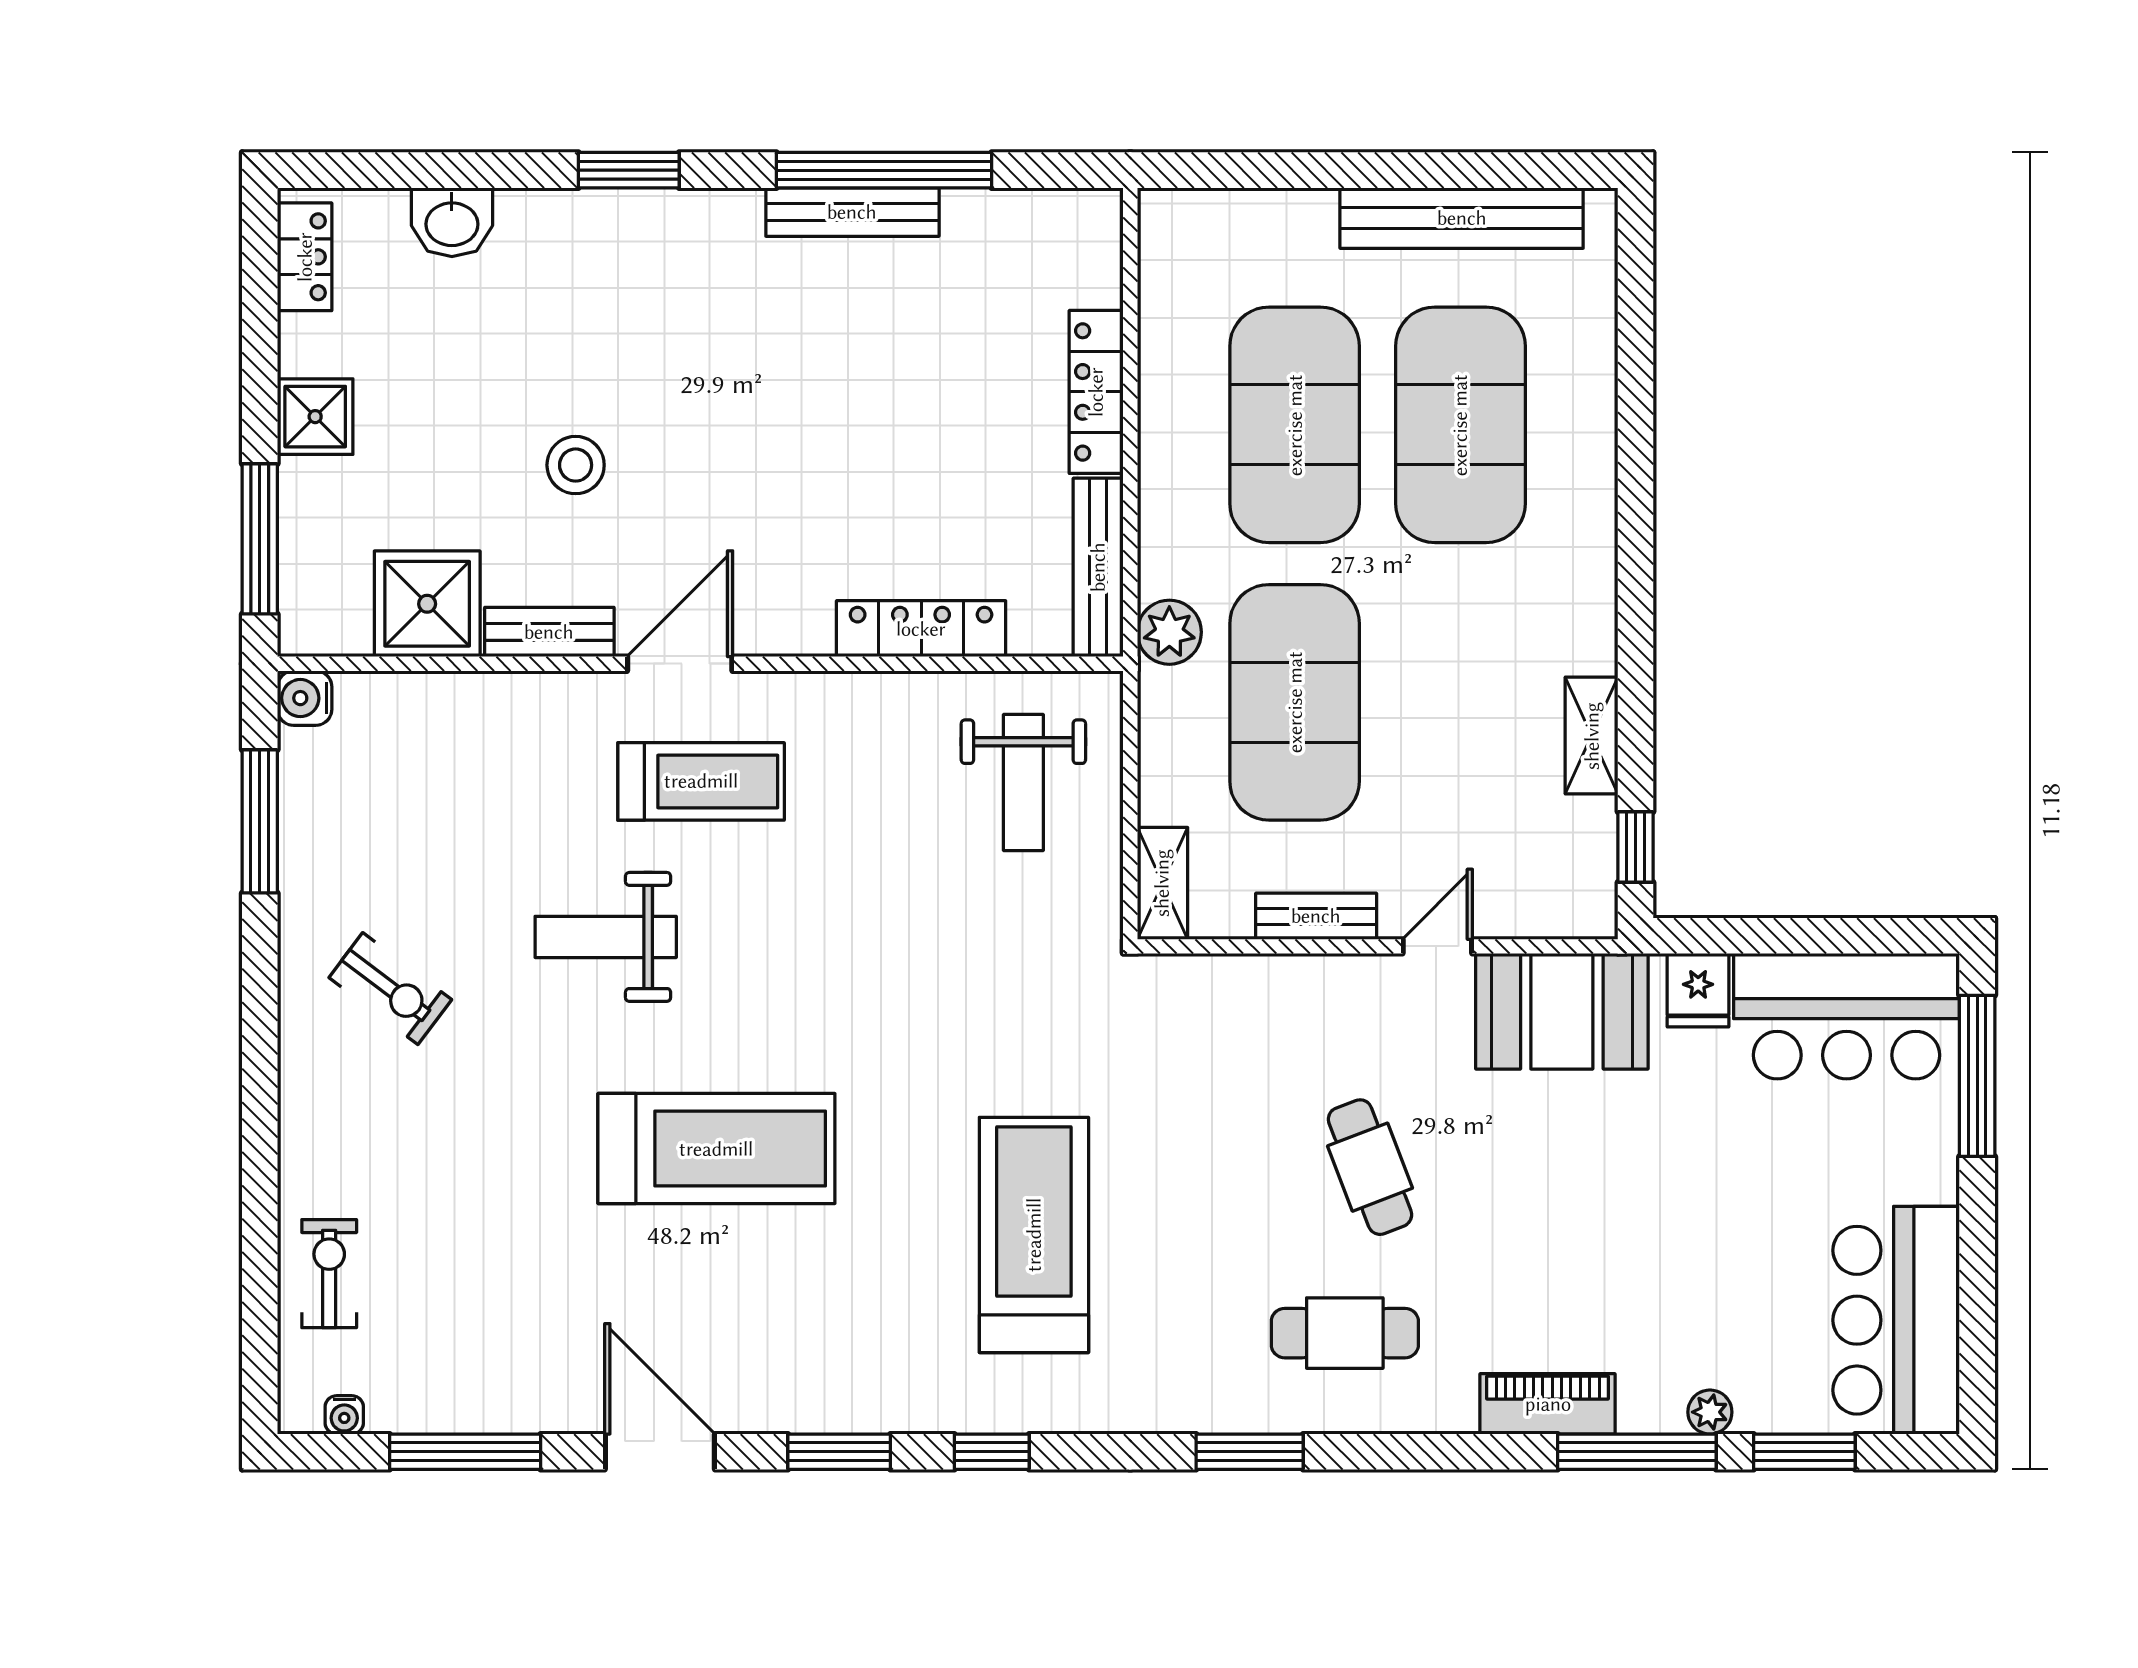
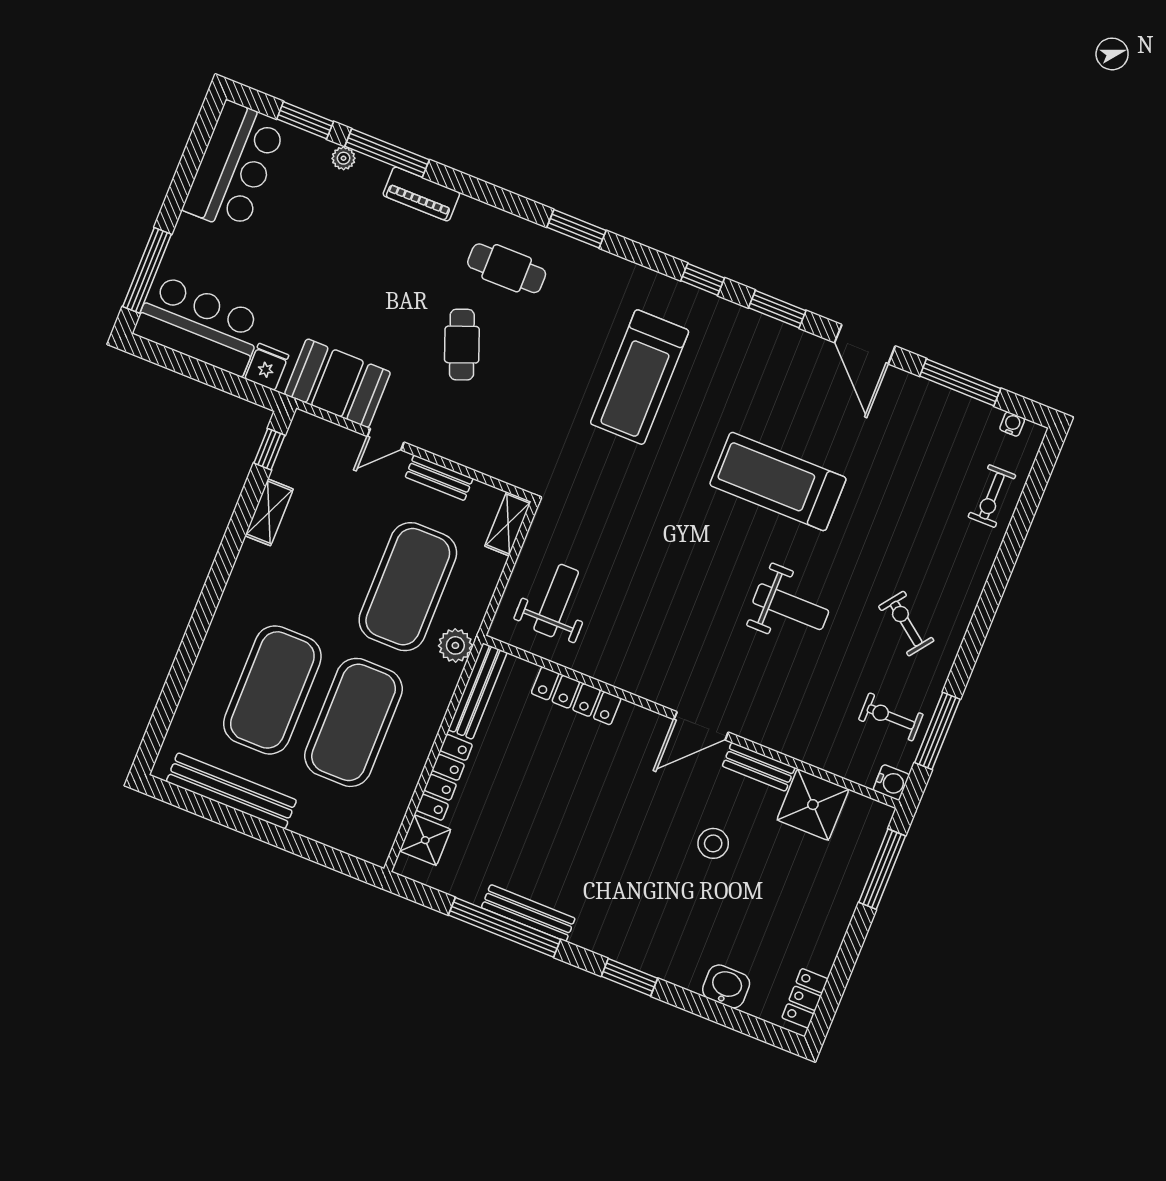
shower: (315, 417) -> (425, 840), moved
treadmill: (701, 781) -> (714, 664), removed
exercise bike: (352, 813) -> (891, 717), added

